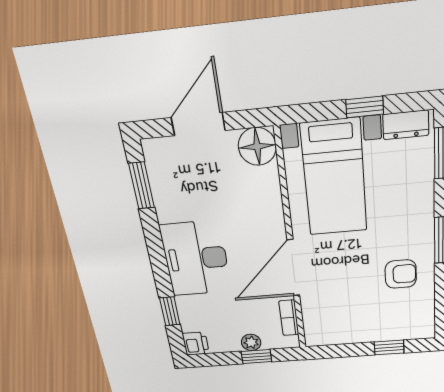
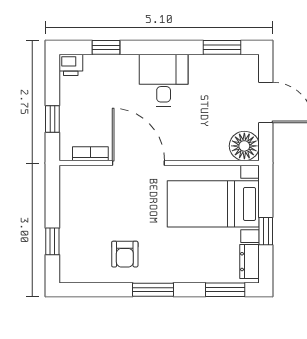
desk: (196, 259) -> (164, 80), width x0.73
plant: (251, 342) -> (68, 116), removed

